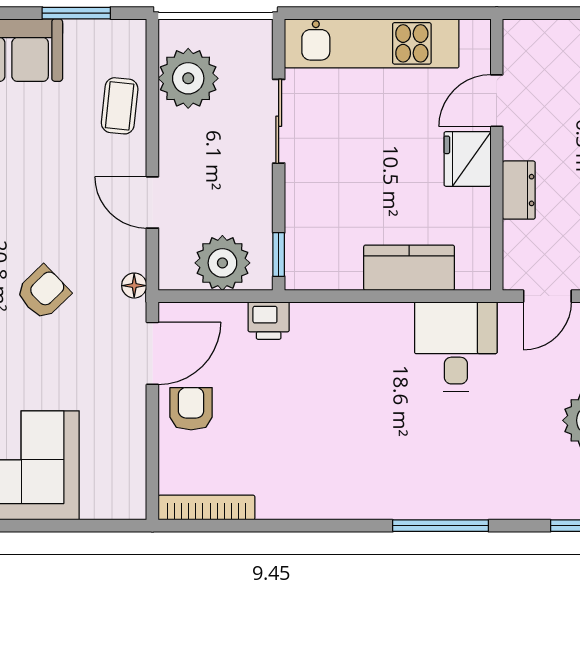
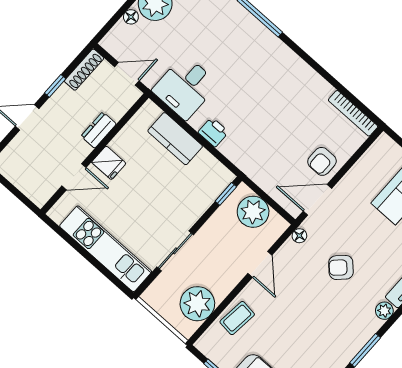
fridge: (468, 159) -> (109, 163), width x0.72
printer: (269, 321) -> (213, 132), moved

